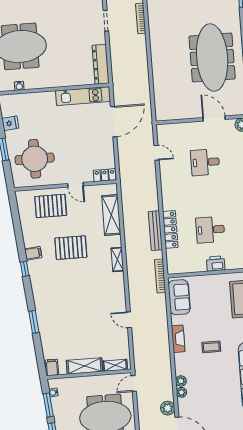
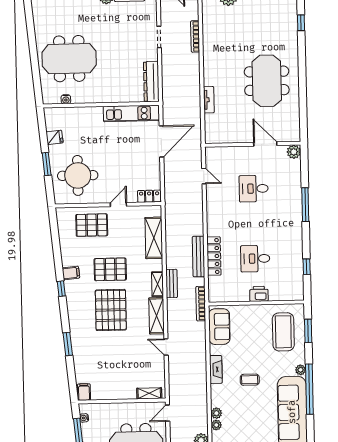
meeting table: (212, 57) -> (267, 81), width x0.73
tv unit: (157, 79) -> (209, 100), added
door: (75, 185) -> (118, 205), swing flipped
bench: (131, 258) -> (172, 284), added
pallet: (74, 287) -> (111, 310), added
shelving: (84, 366) -> (157, 316), moved, turned 90

